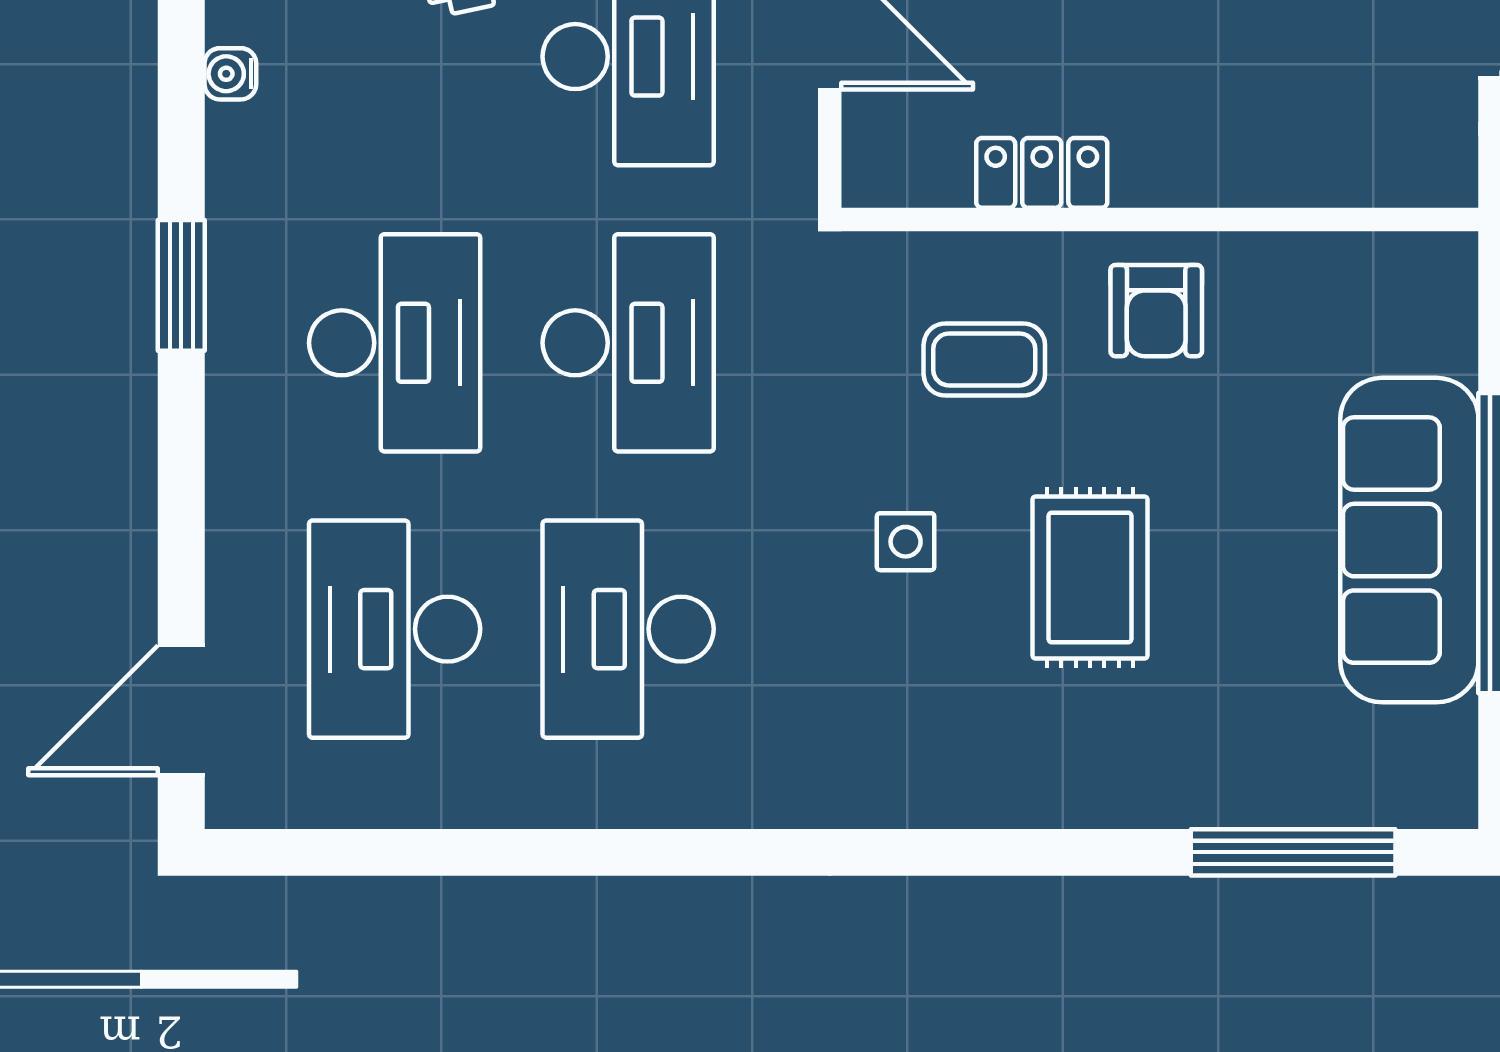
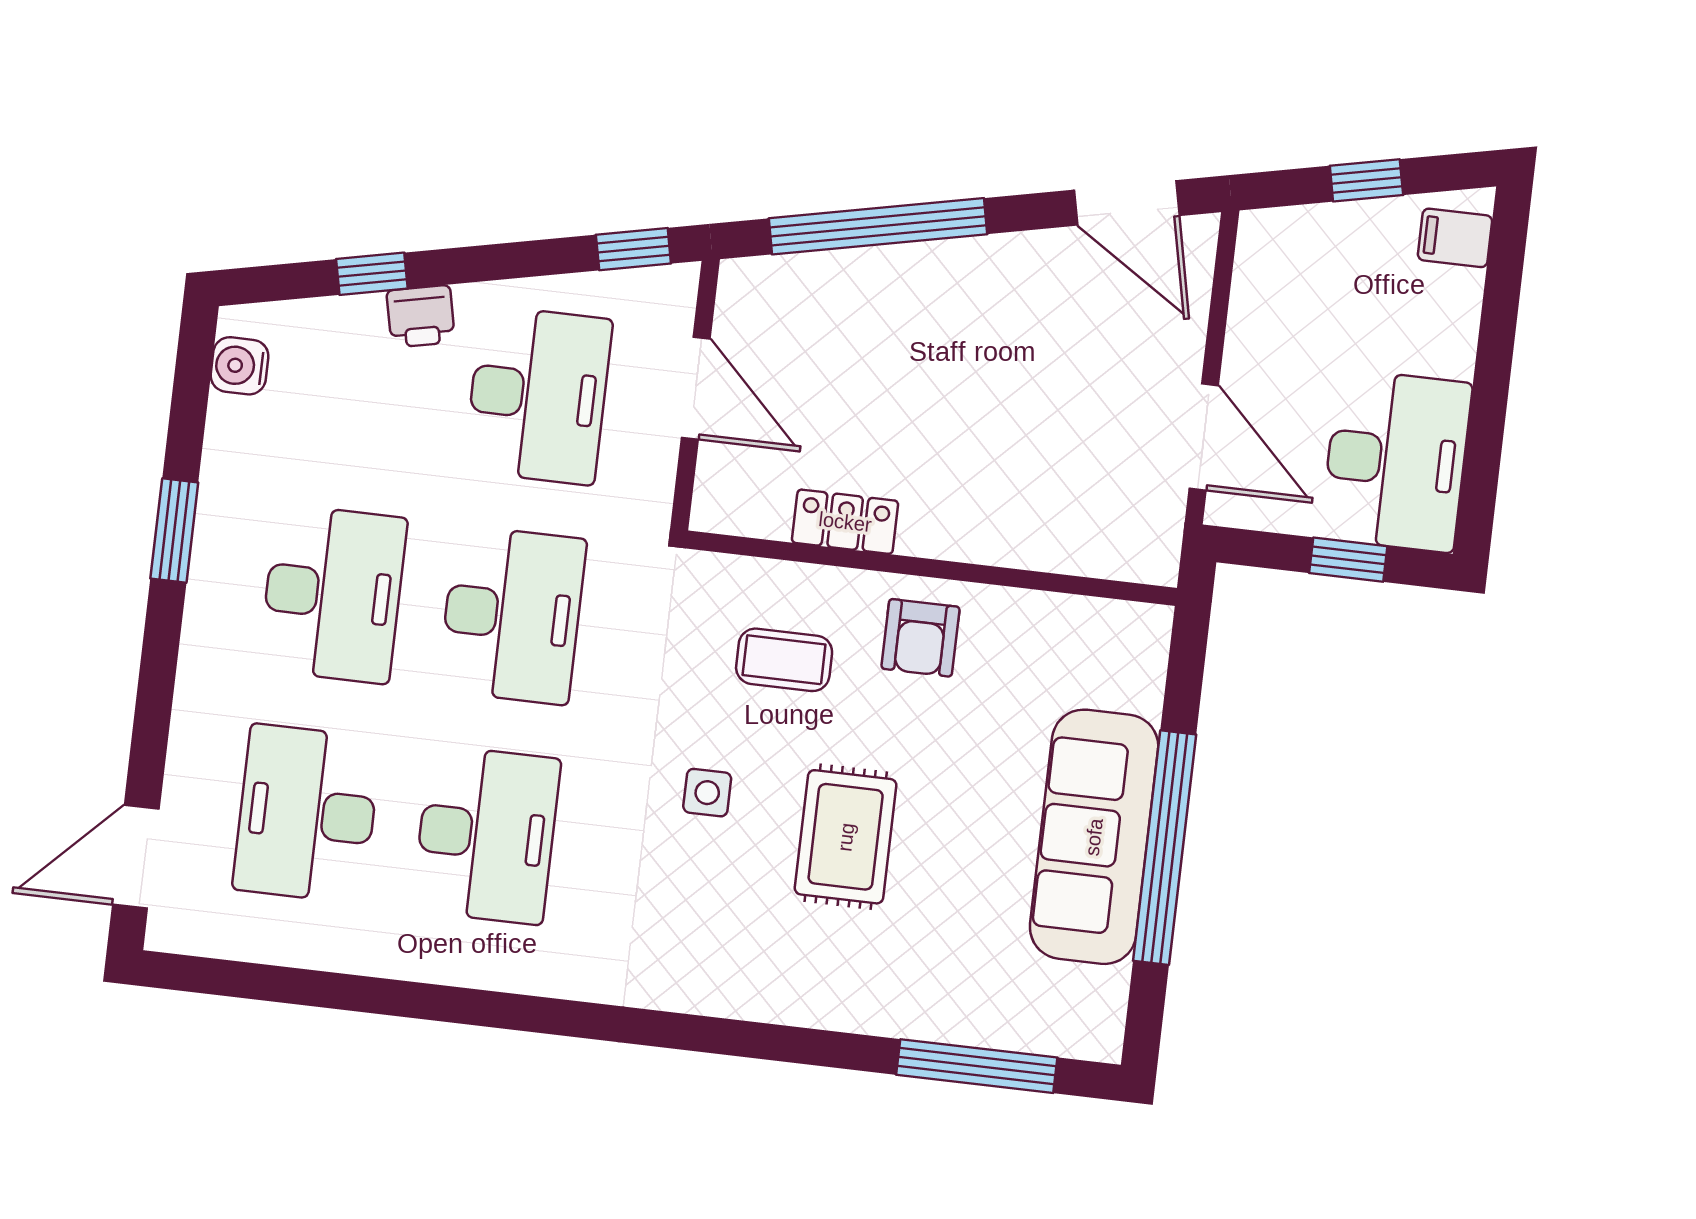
water cooler: (230, 74) -> (239, 366), width x1.38, depth x1.38
desk: (628, 629) -> (486, 835), turned 180

